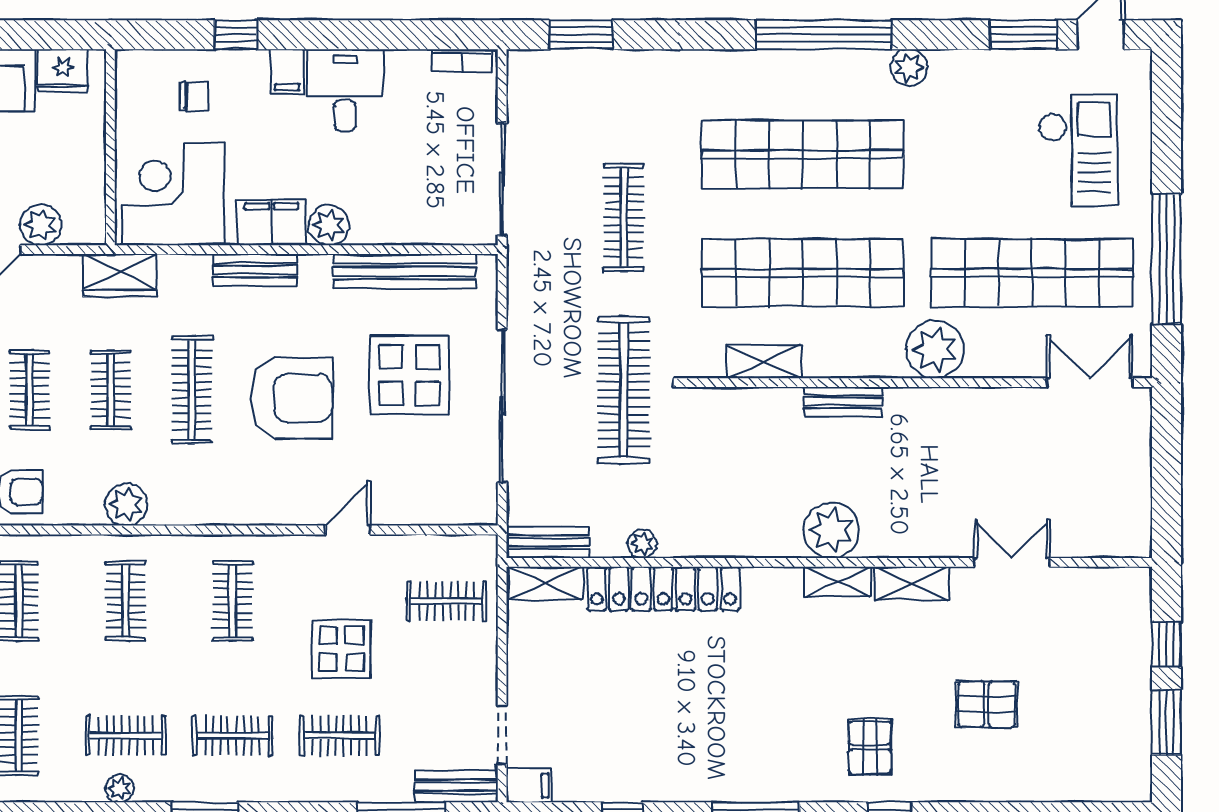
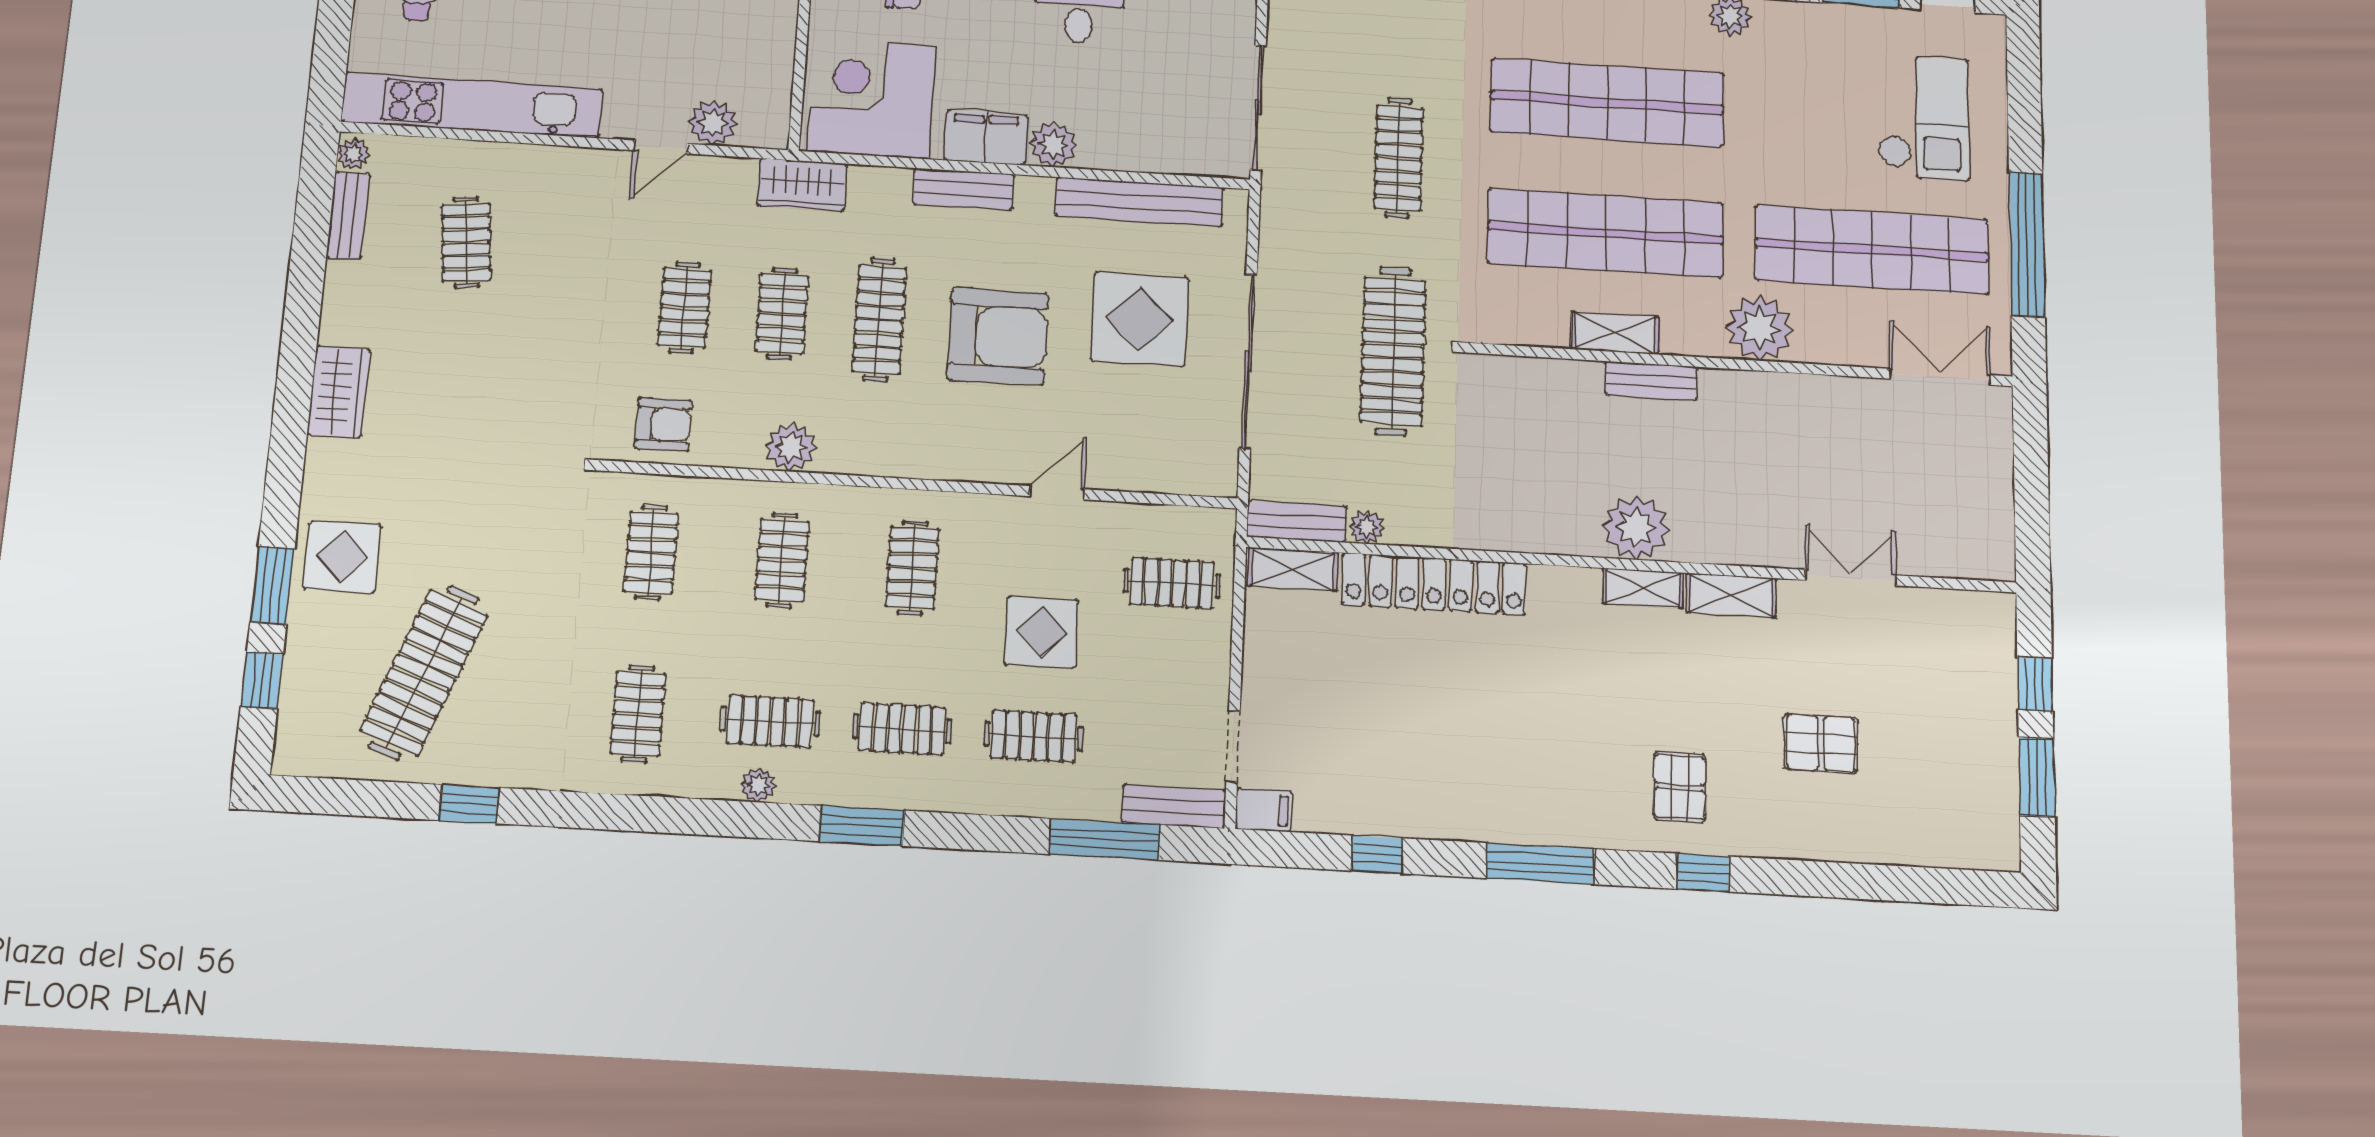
shelving: (764, 362) -> (1615, 333), moved
plant: (642, 544) -> (1367, 527), moved

